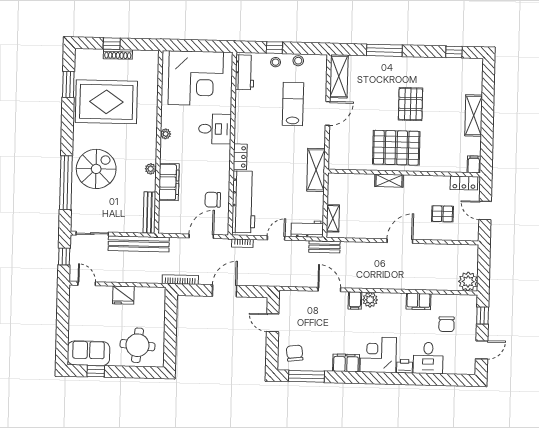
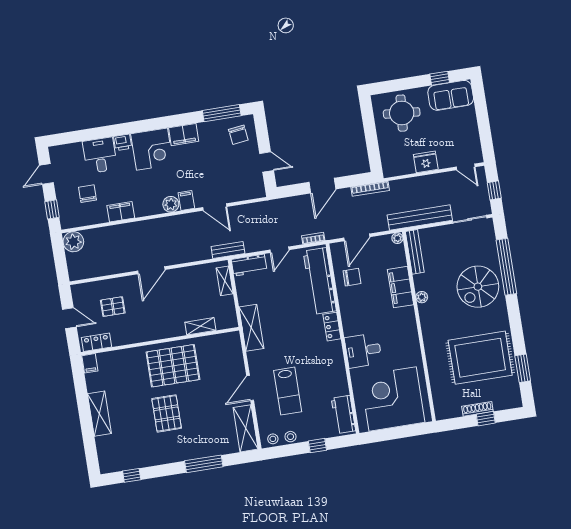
stool: (276, 62) -> (273, 439), moved
plant: (166, 134) -> (397, 238), moved
shelving: (389, 181) -> (200, 326), moved

